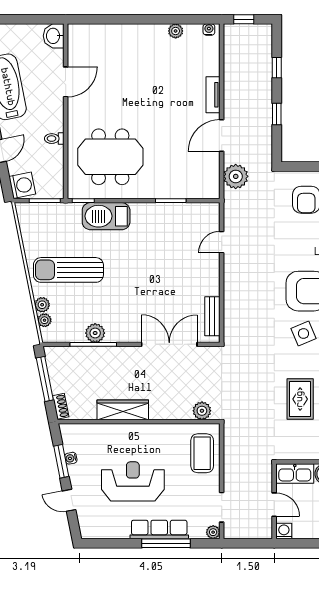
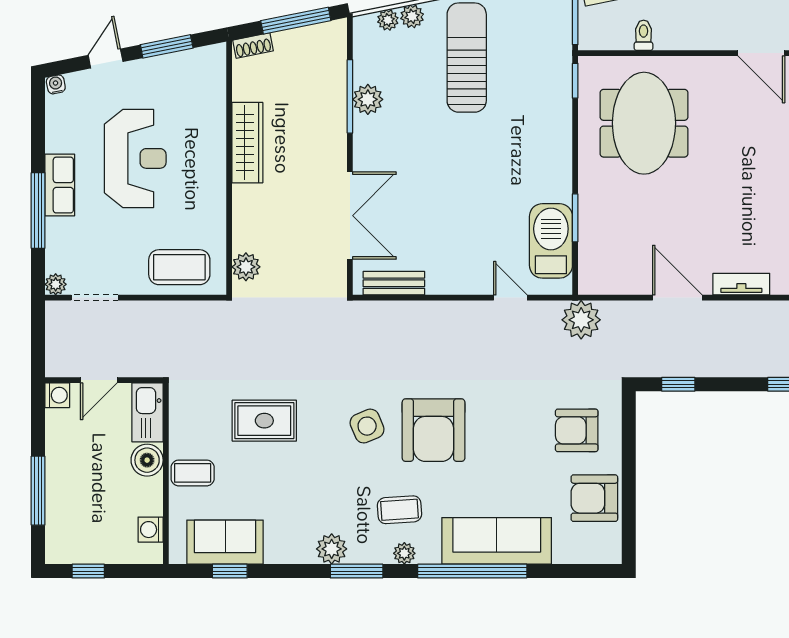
window: (277, 114) -> (678, 384), moved
toilet: (54, 139) -> (644, 35), moved
plant: (236, 176) -> (581, 320), moved
barbecue: (106, 216) -> (551, 241), moved
water cooler: (71, 458) -> (56, 84), moved
row of seats: (159, 530) -> (60, 185), width x0.68

